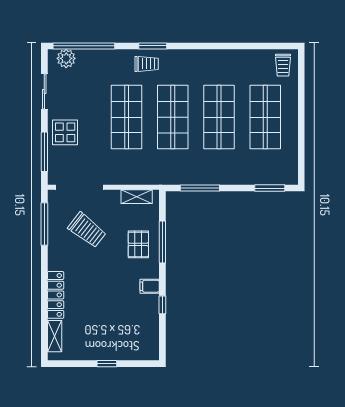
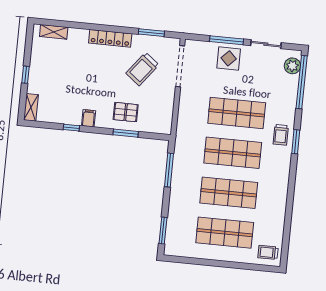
window: (44, 152) -> (227, 40), moved
shelving: (137, 197) -> (31, 107), moved
window: (44, 224) -> (151, 33), width x0.69
window: (162, 242) -> (126, 133), width x0.69
locker: (56, 295) -> (110, 38), moved

